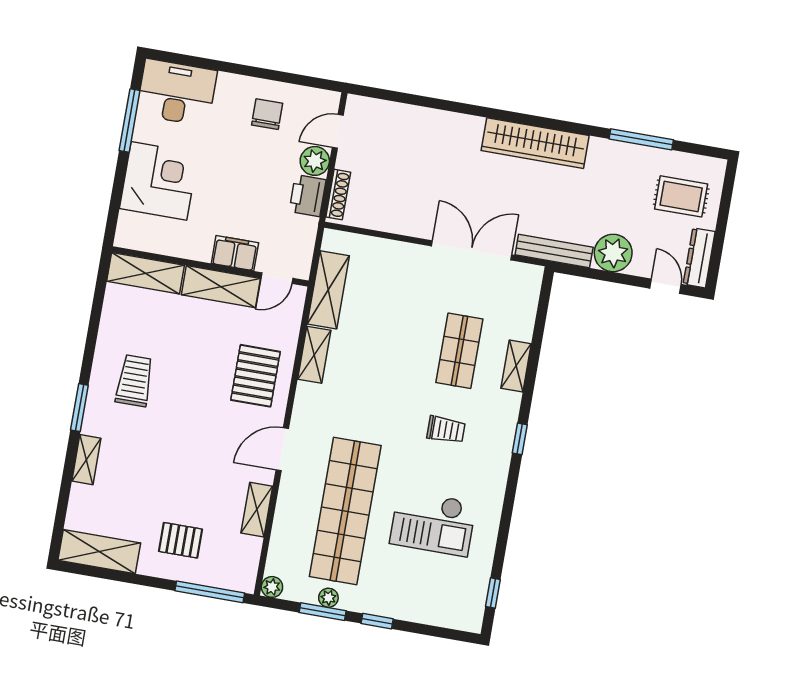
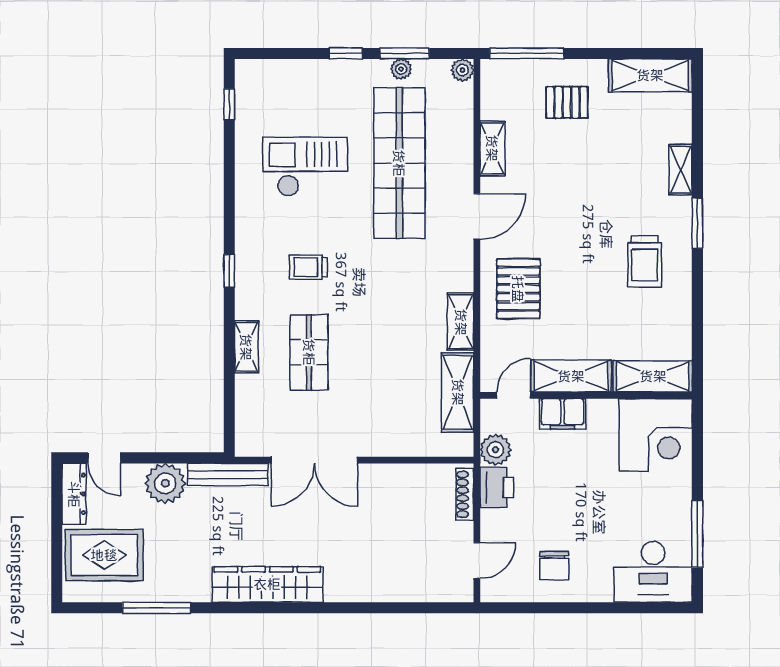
plant: (315, 161) -> (496, 450), moved
corner desk: (159, 181) -> (656, 435), moved, turned -90
rug: (681, 196) -> (104, 555), width x1.36, depth x1.43

